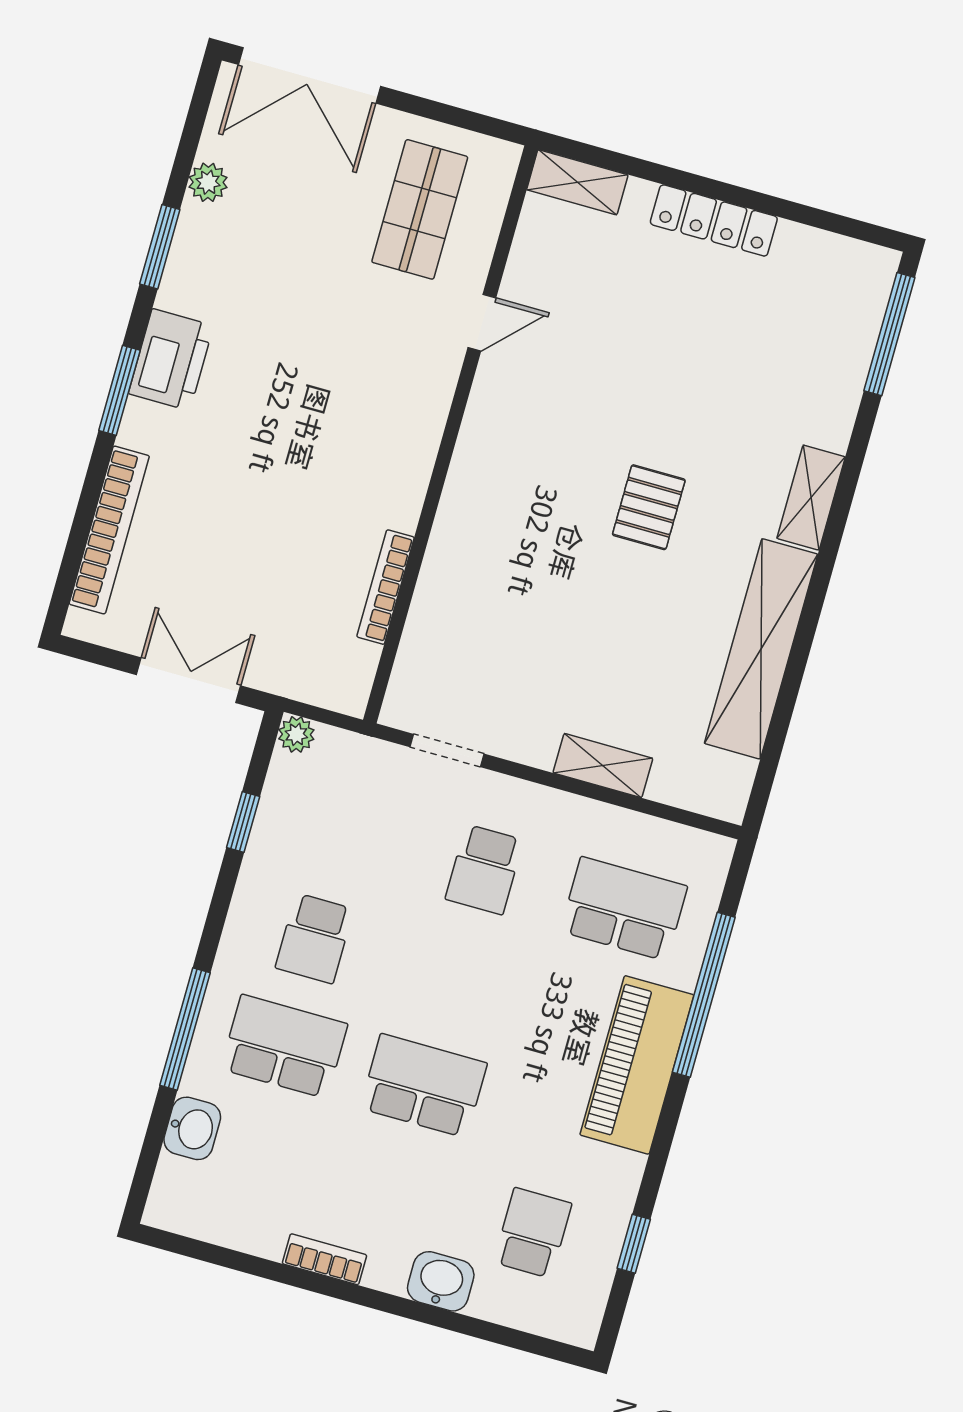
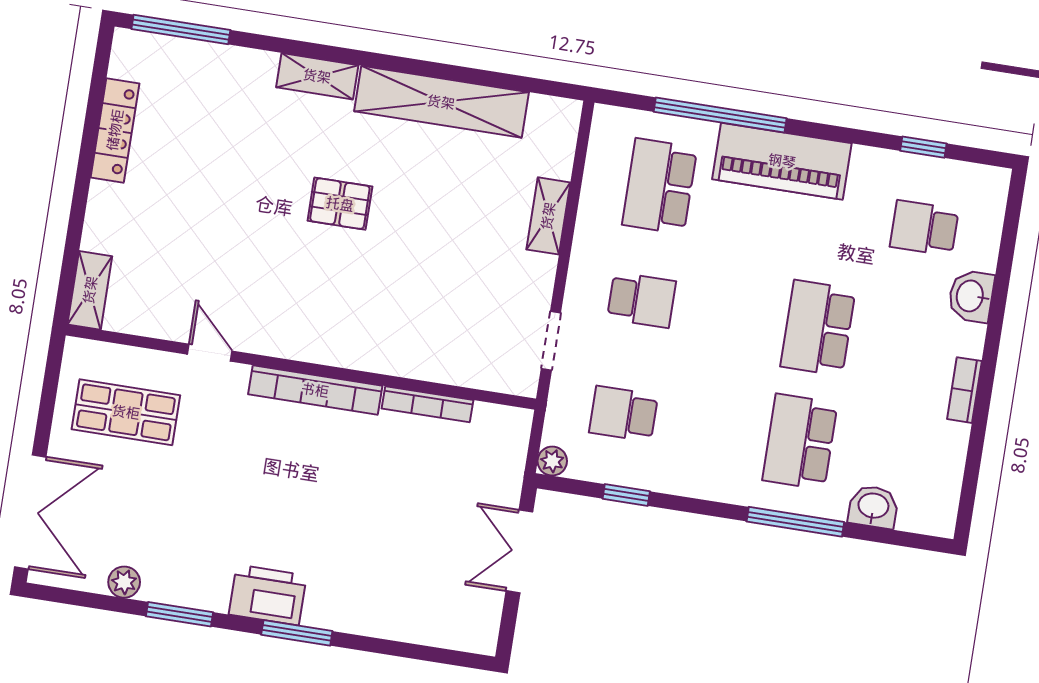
locker: (714, 220) -> (115, 130), moved
bookcase: (109, 530) -> (315, 390), moved, turned 180
school desk: (314, 938) -> (624, 414), moved, turned 180

